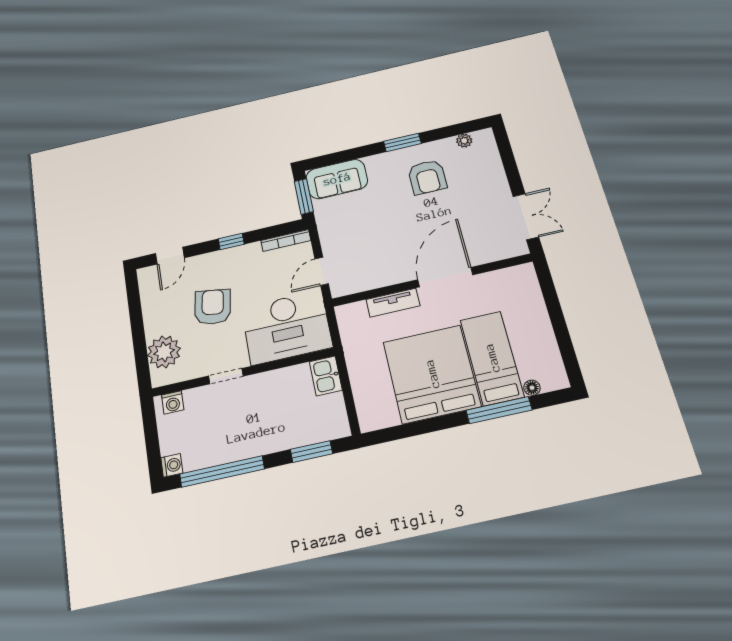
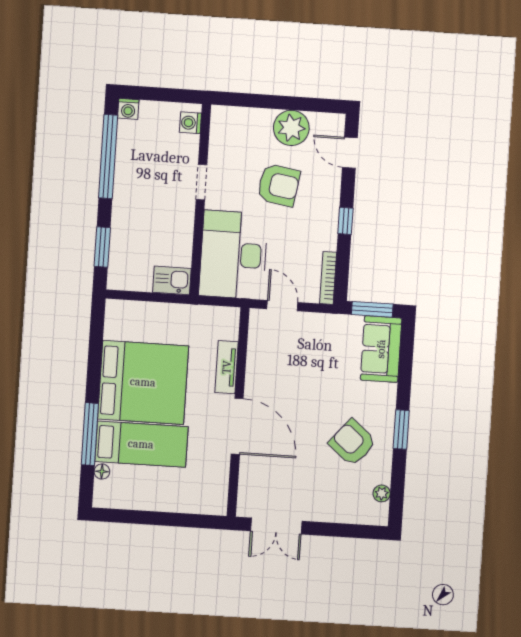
armchair: (427, 177) -> (352, 443), turned 40
plant: (164, 352) -> (291, 128), moved

